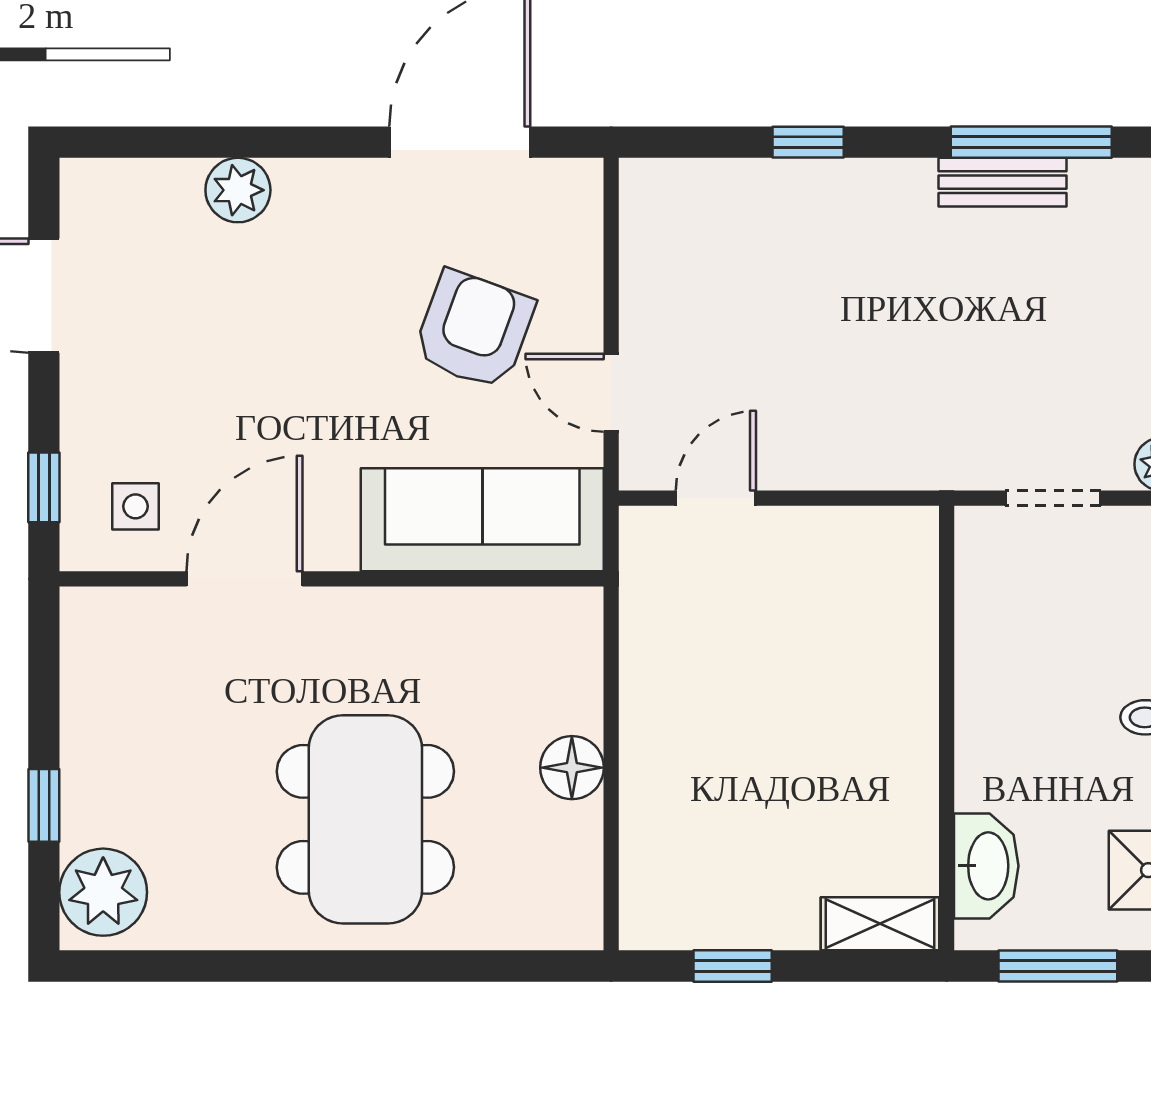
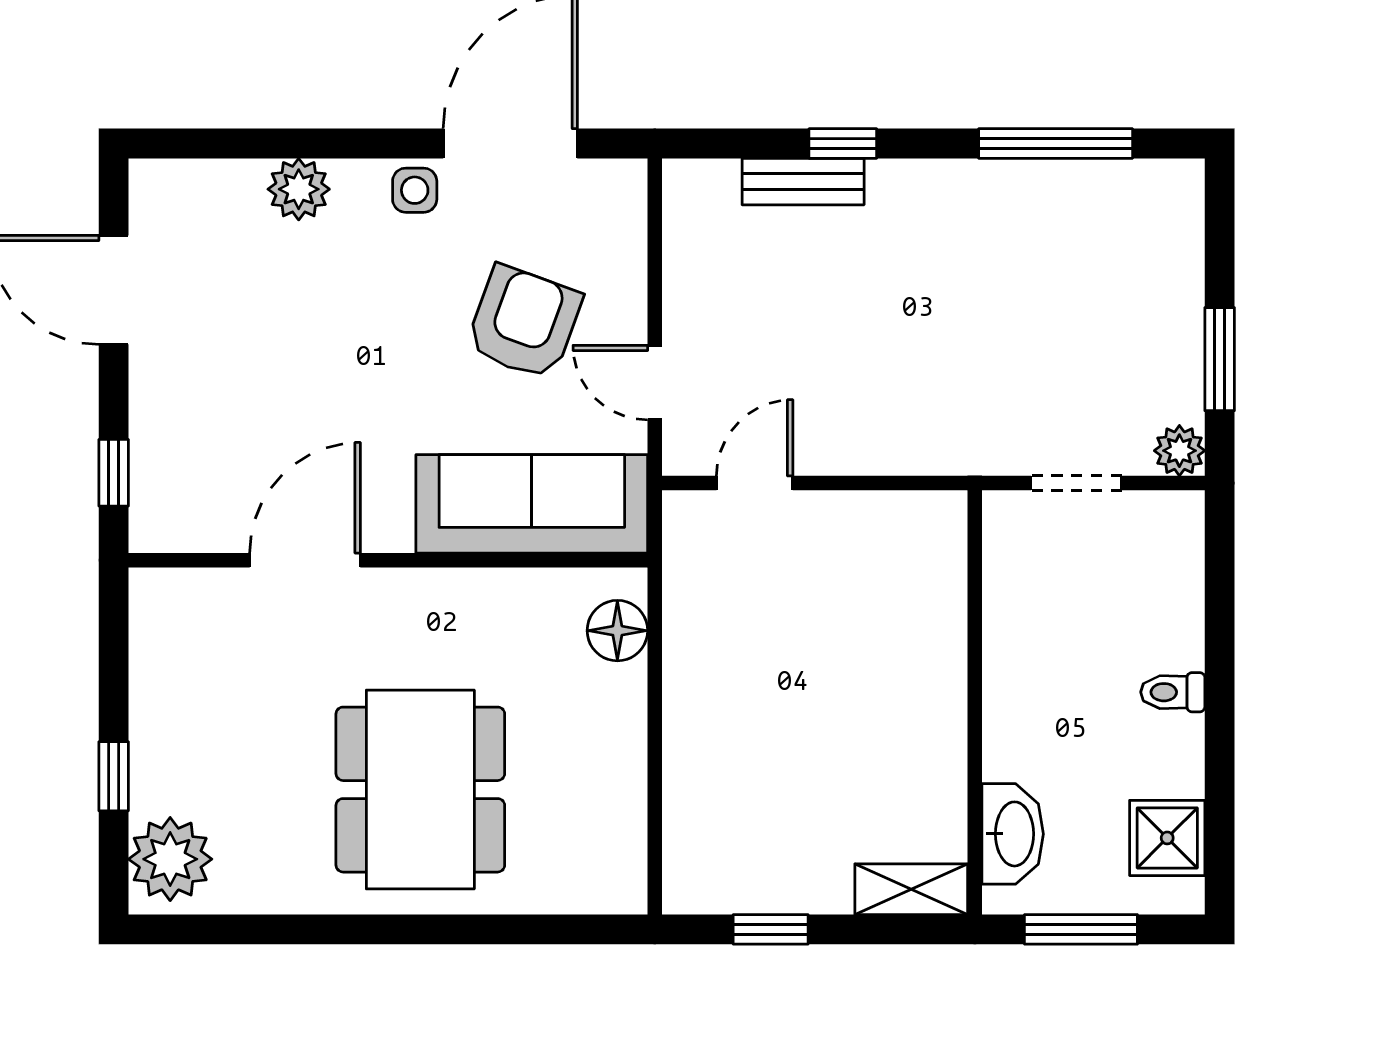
bench: (1003, 182) -> (803, 182), moved
side table: (135, 506) -> (415, 190), moved
floor lamp: (572, 768) -> (617, 631), moved

